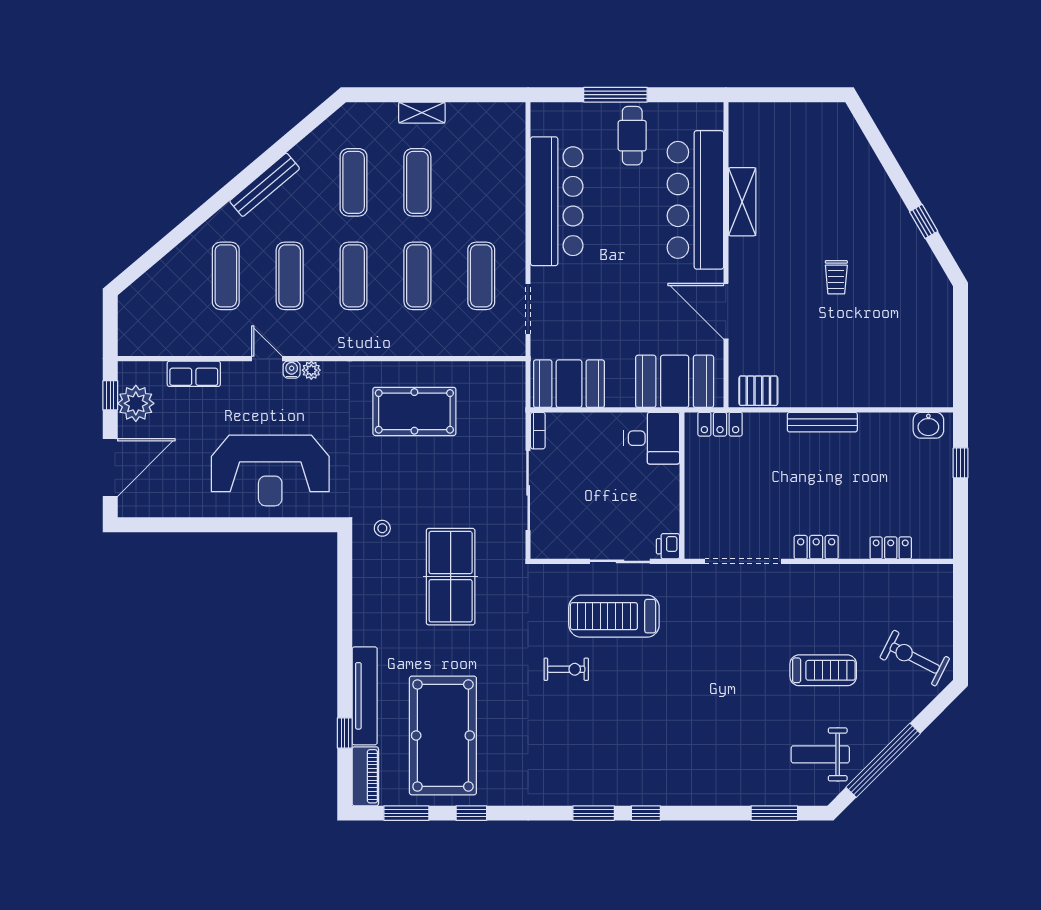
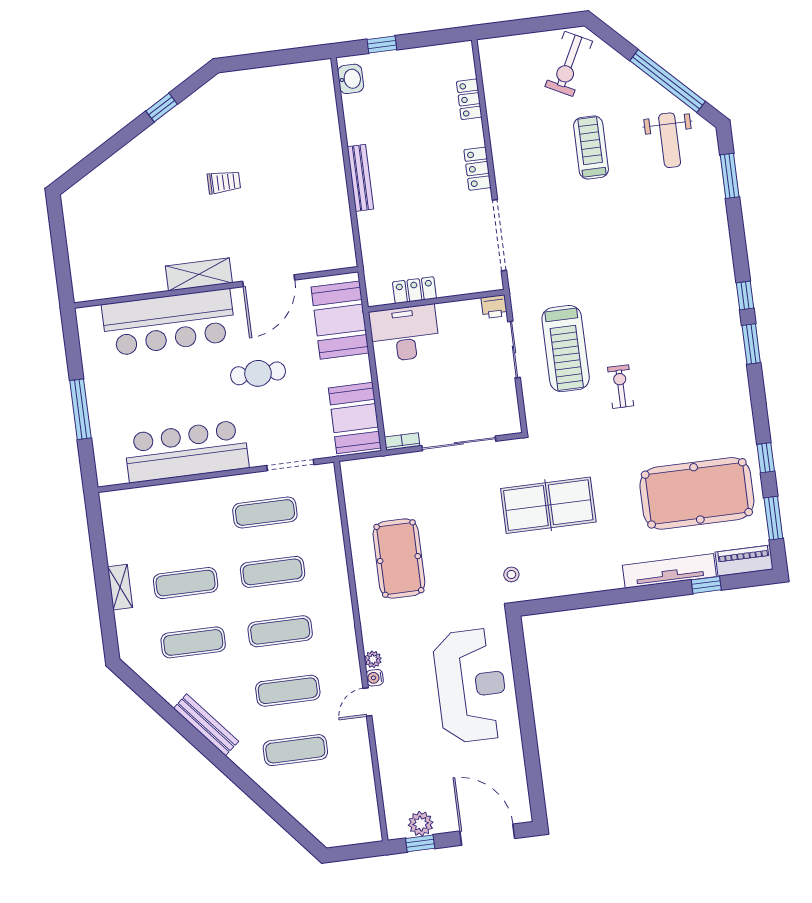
cafe table: (632, 136) -> (258, 373), moved
shelving: (742, 202) -> (199, 274), moved
row of seats: (194, 374) -> (390, 768), removed
pallet: (758, 391) -> (339, 241), removed
plant: (136, 403) -> (421, 824), width x0.73, depth x0.73
locker: (720, 424) -> (414, 290), moved, turned -90
desk: (652, 438) -> (405, 333), width x1.37

